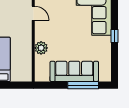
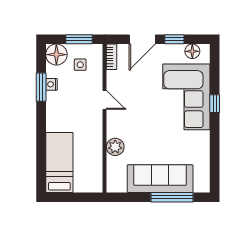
window: (115, 36) -> (215, 104), moved

